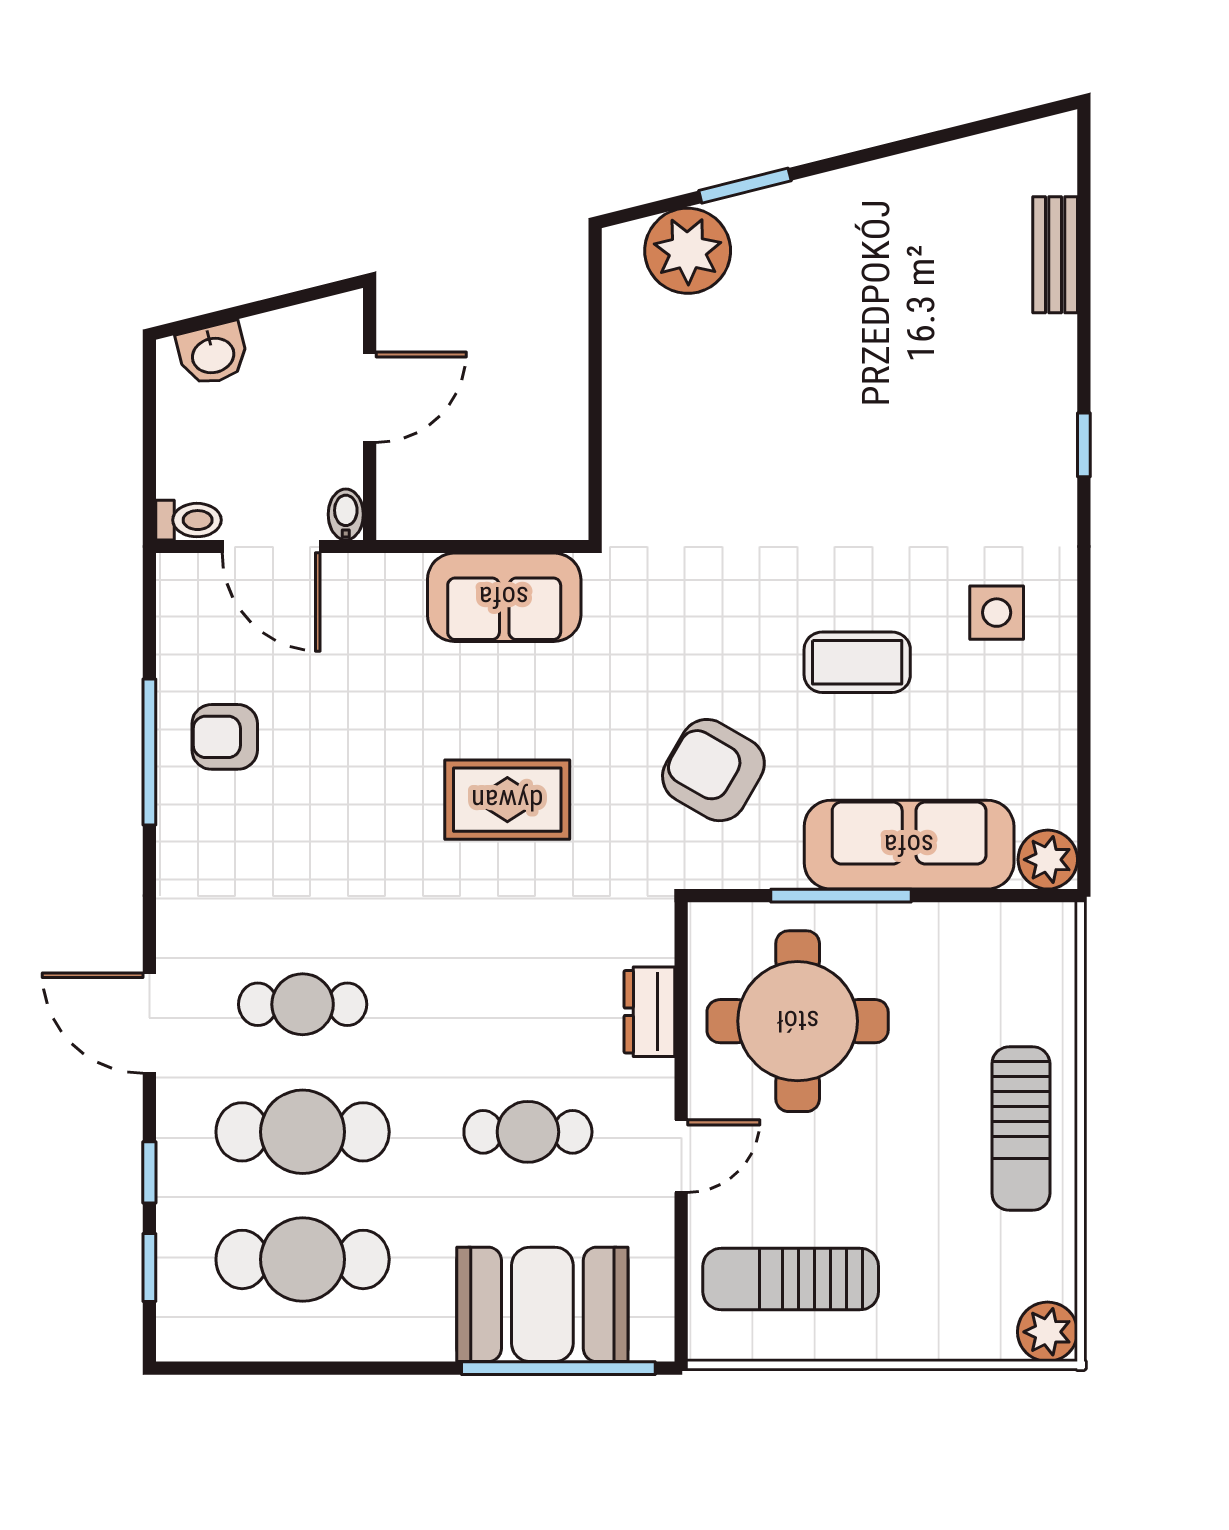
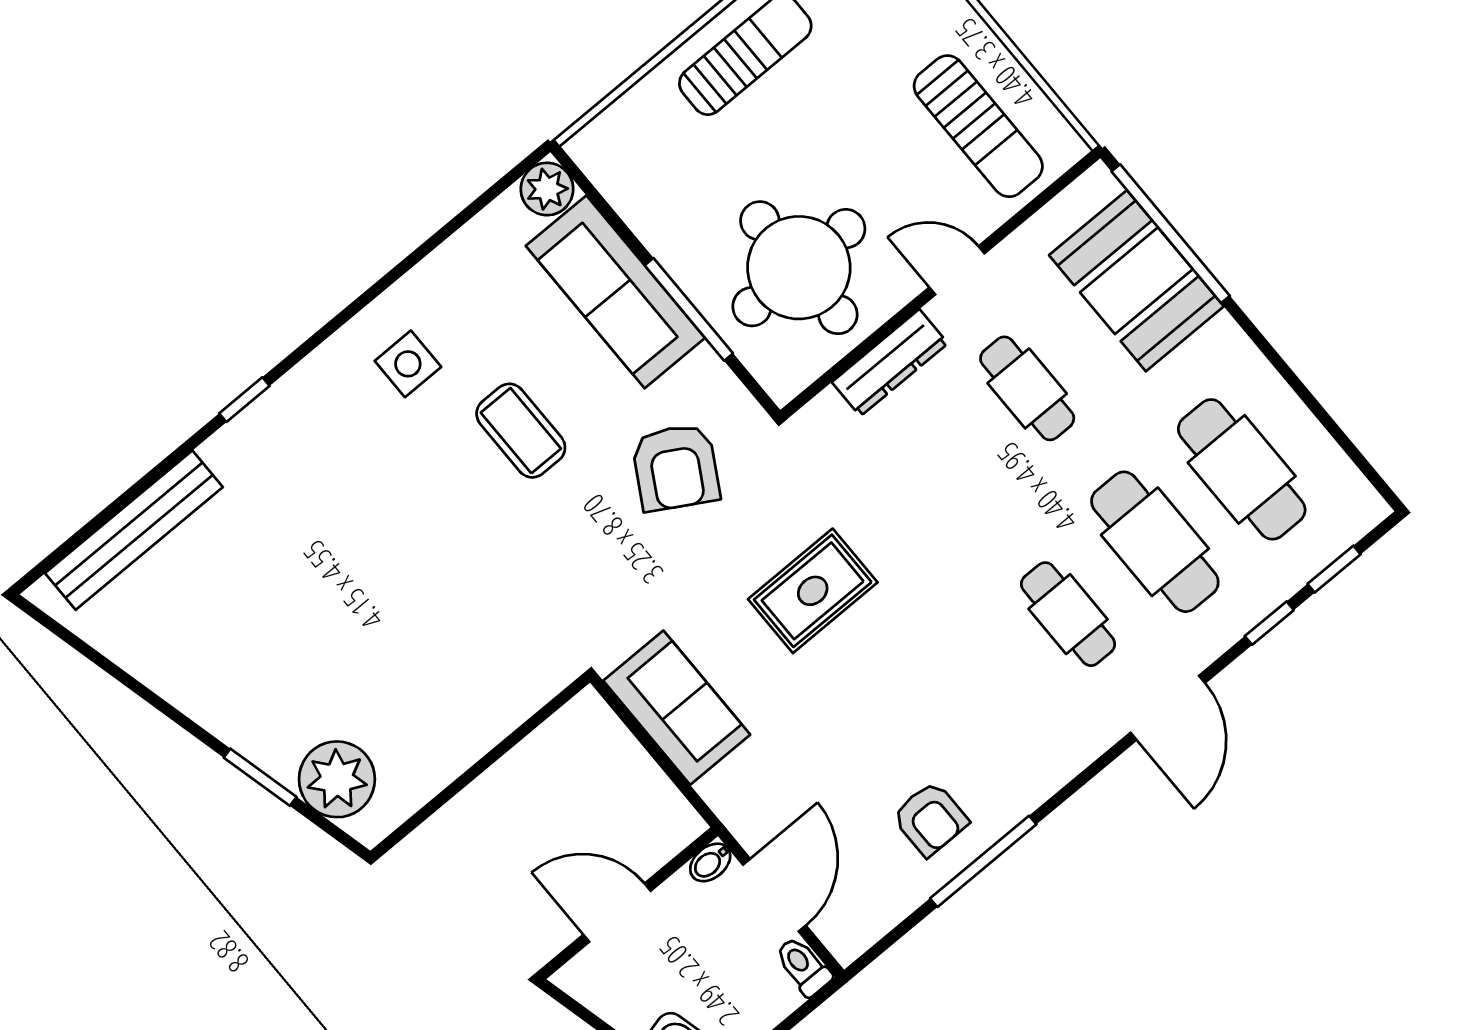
bench: (1055, 255) -> (134, 530), width x1.86, depth x1.21
rug: (507, 800) -> (813, 591), turned 90
dresser: (649, 1012) -> (890, 363), width x1.44

